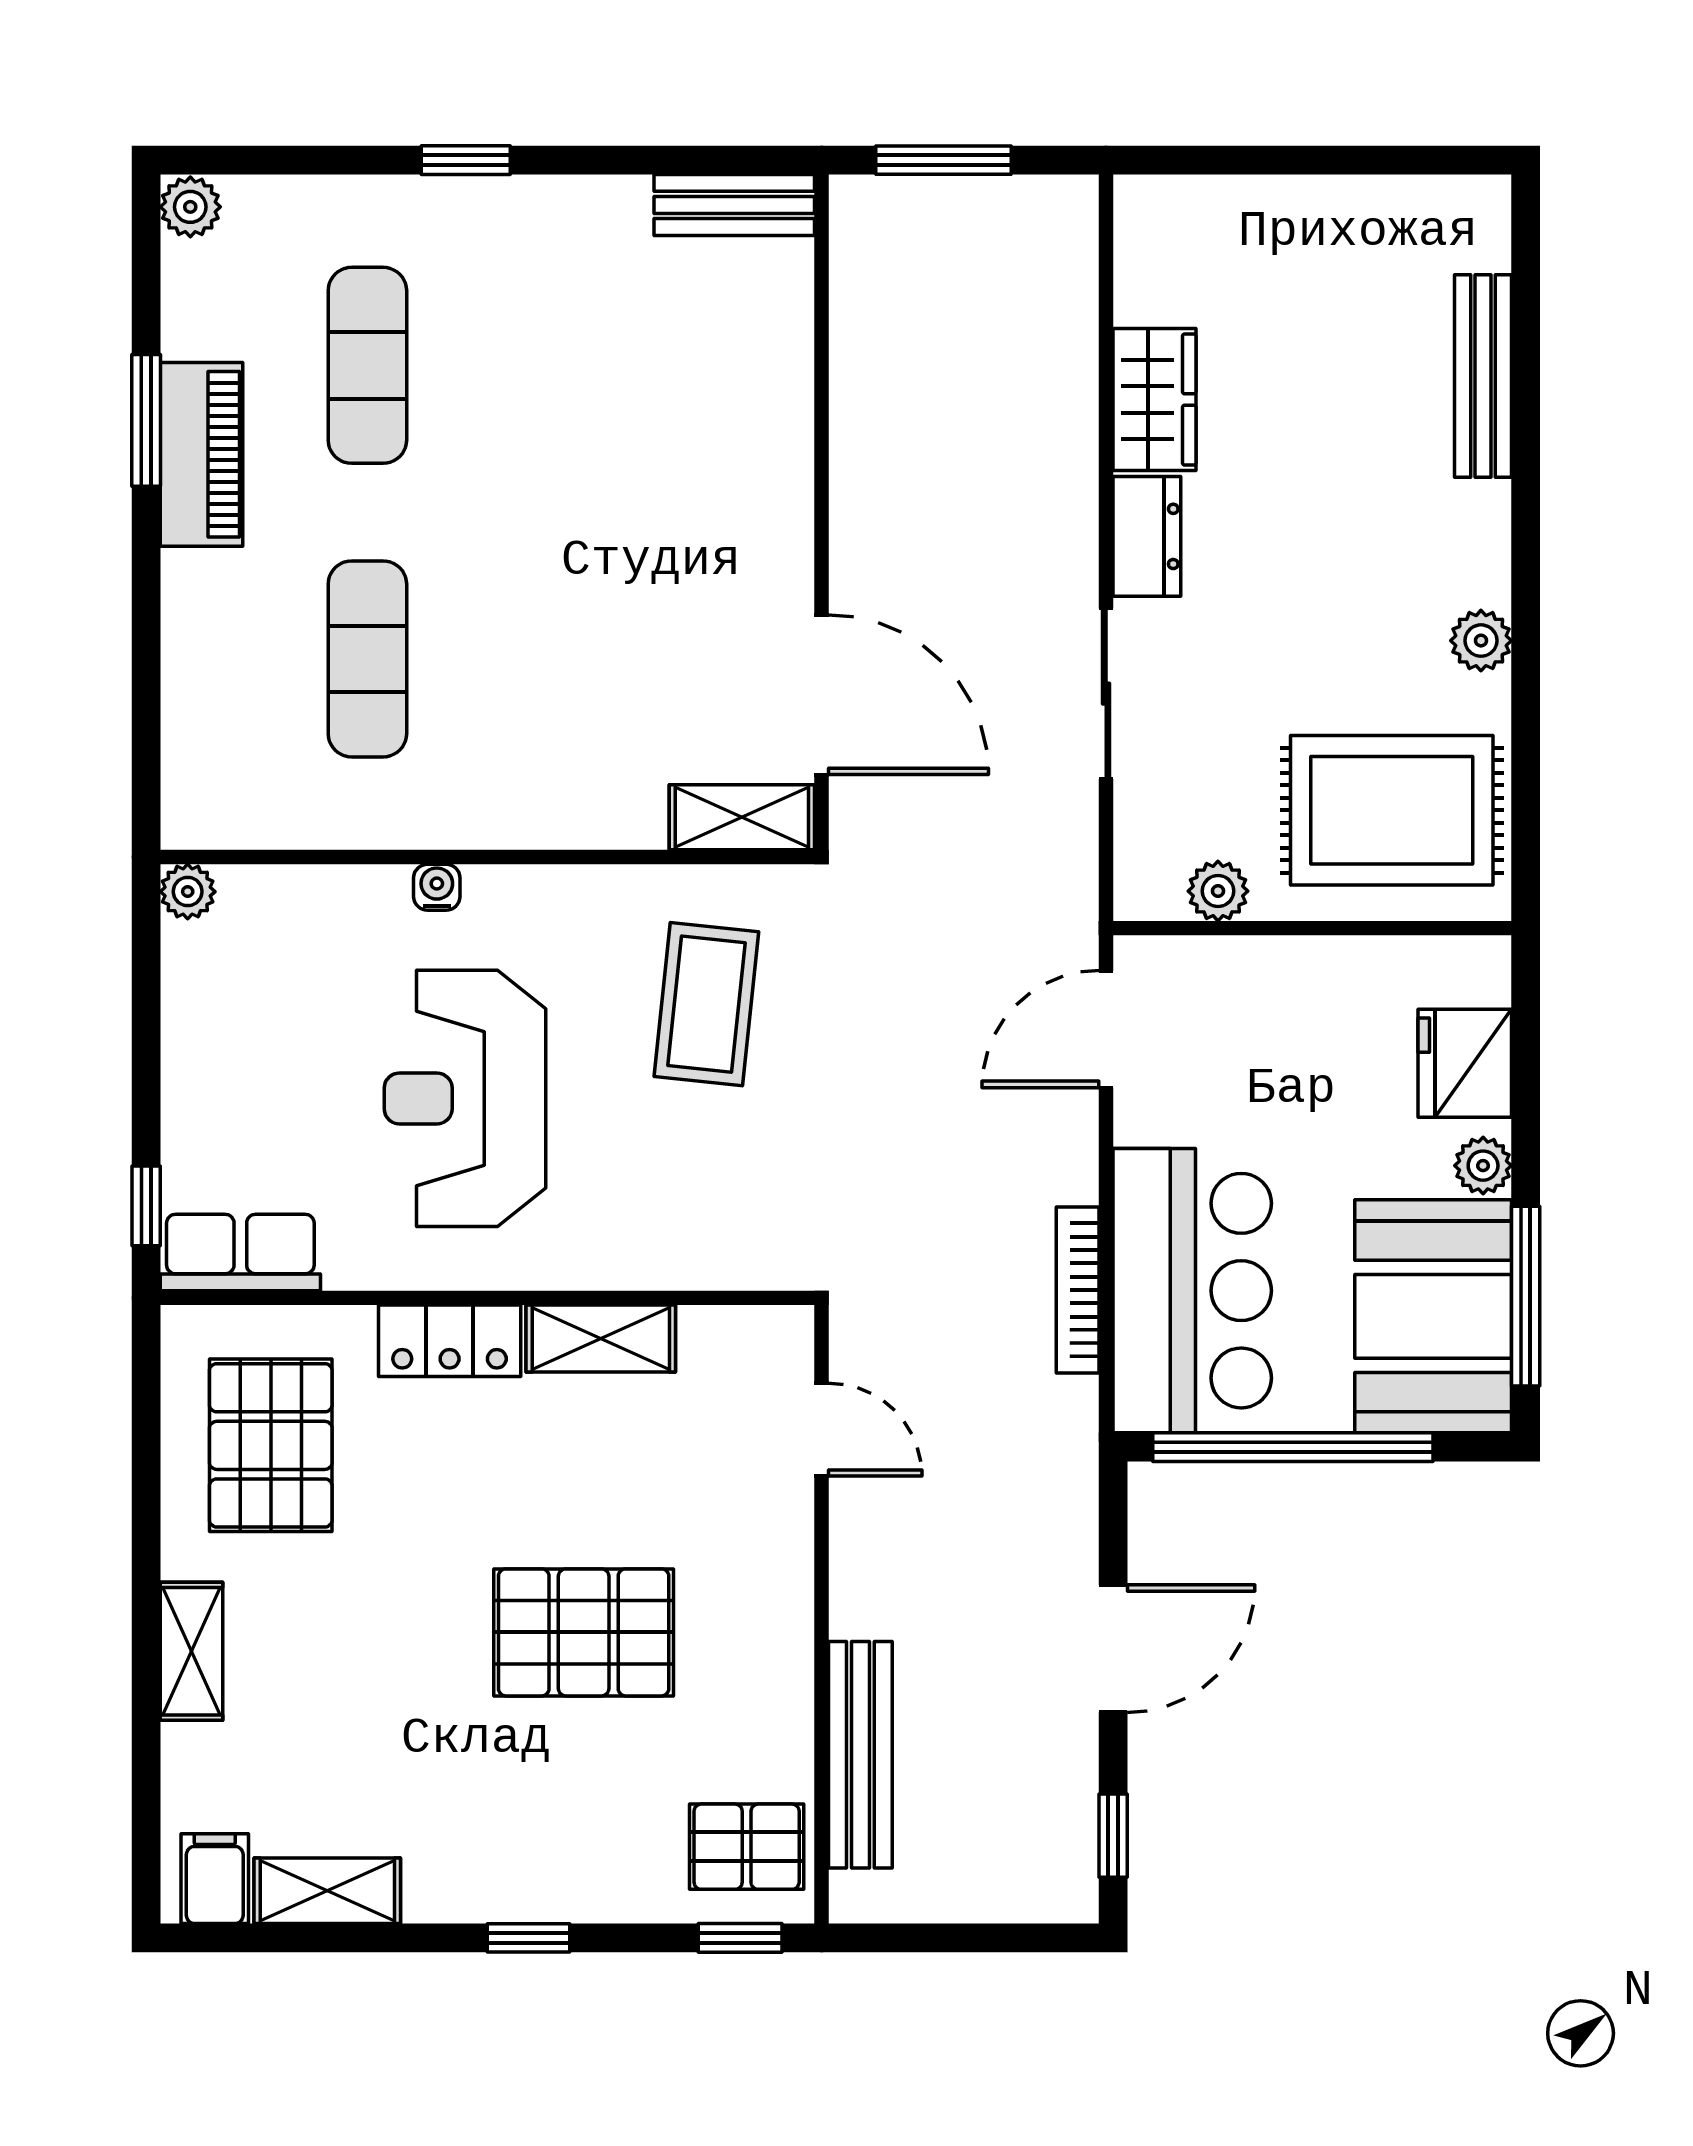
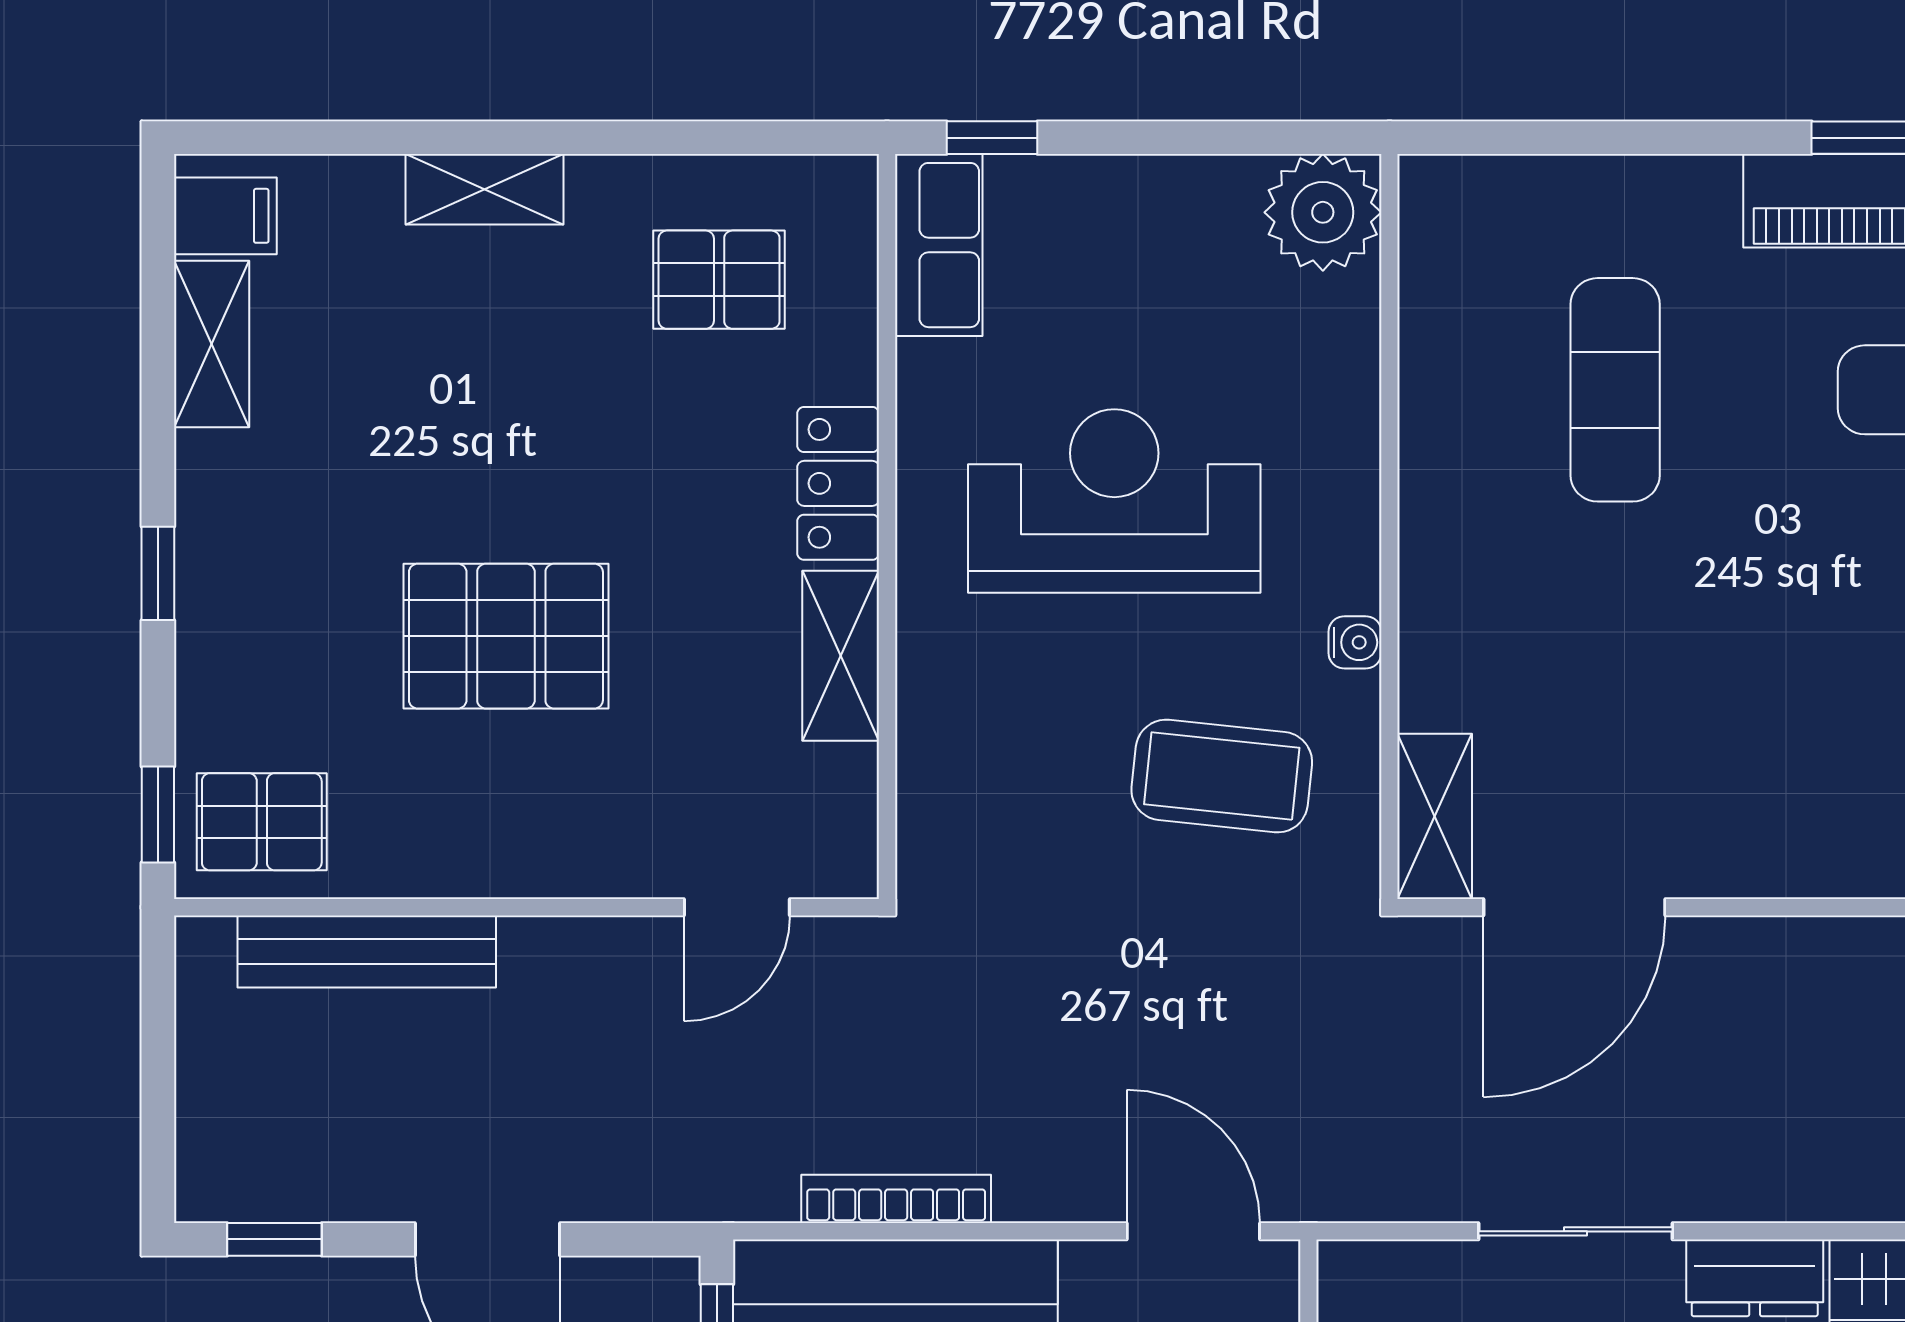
exercise mat: (367, 659) -> (1615, 390), turned 90
water cooler: (437, 887) -> (1355, 642), moved
plant: (188, 892) -> (1323, 212), width x1.88, depth x1.88
pallet: (271, 1445) -> (719, 280), width x0.67, depth x0.71
pallet: (584, 1632) -> (506, 636), turned 90
pallet: (747, 1847) -> (262, 822), turned 90

